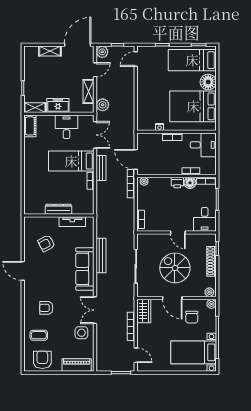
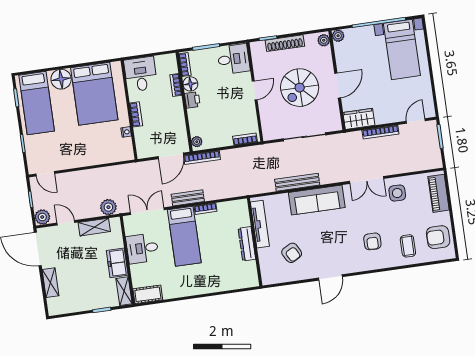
tv unit: (72, 222) -> (260, 224), width x1.41
chair: (192, 317) -> (358, 58), removed

